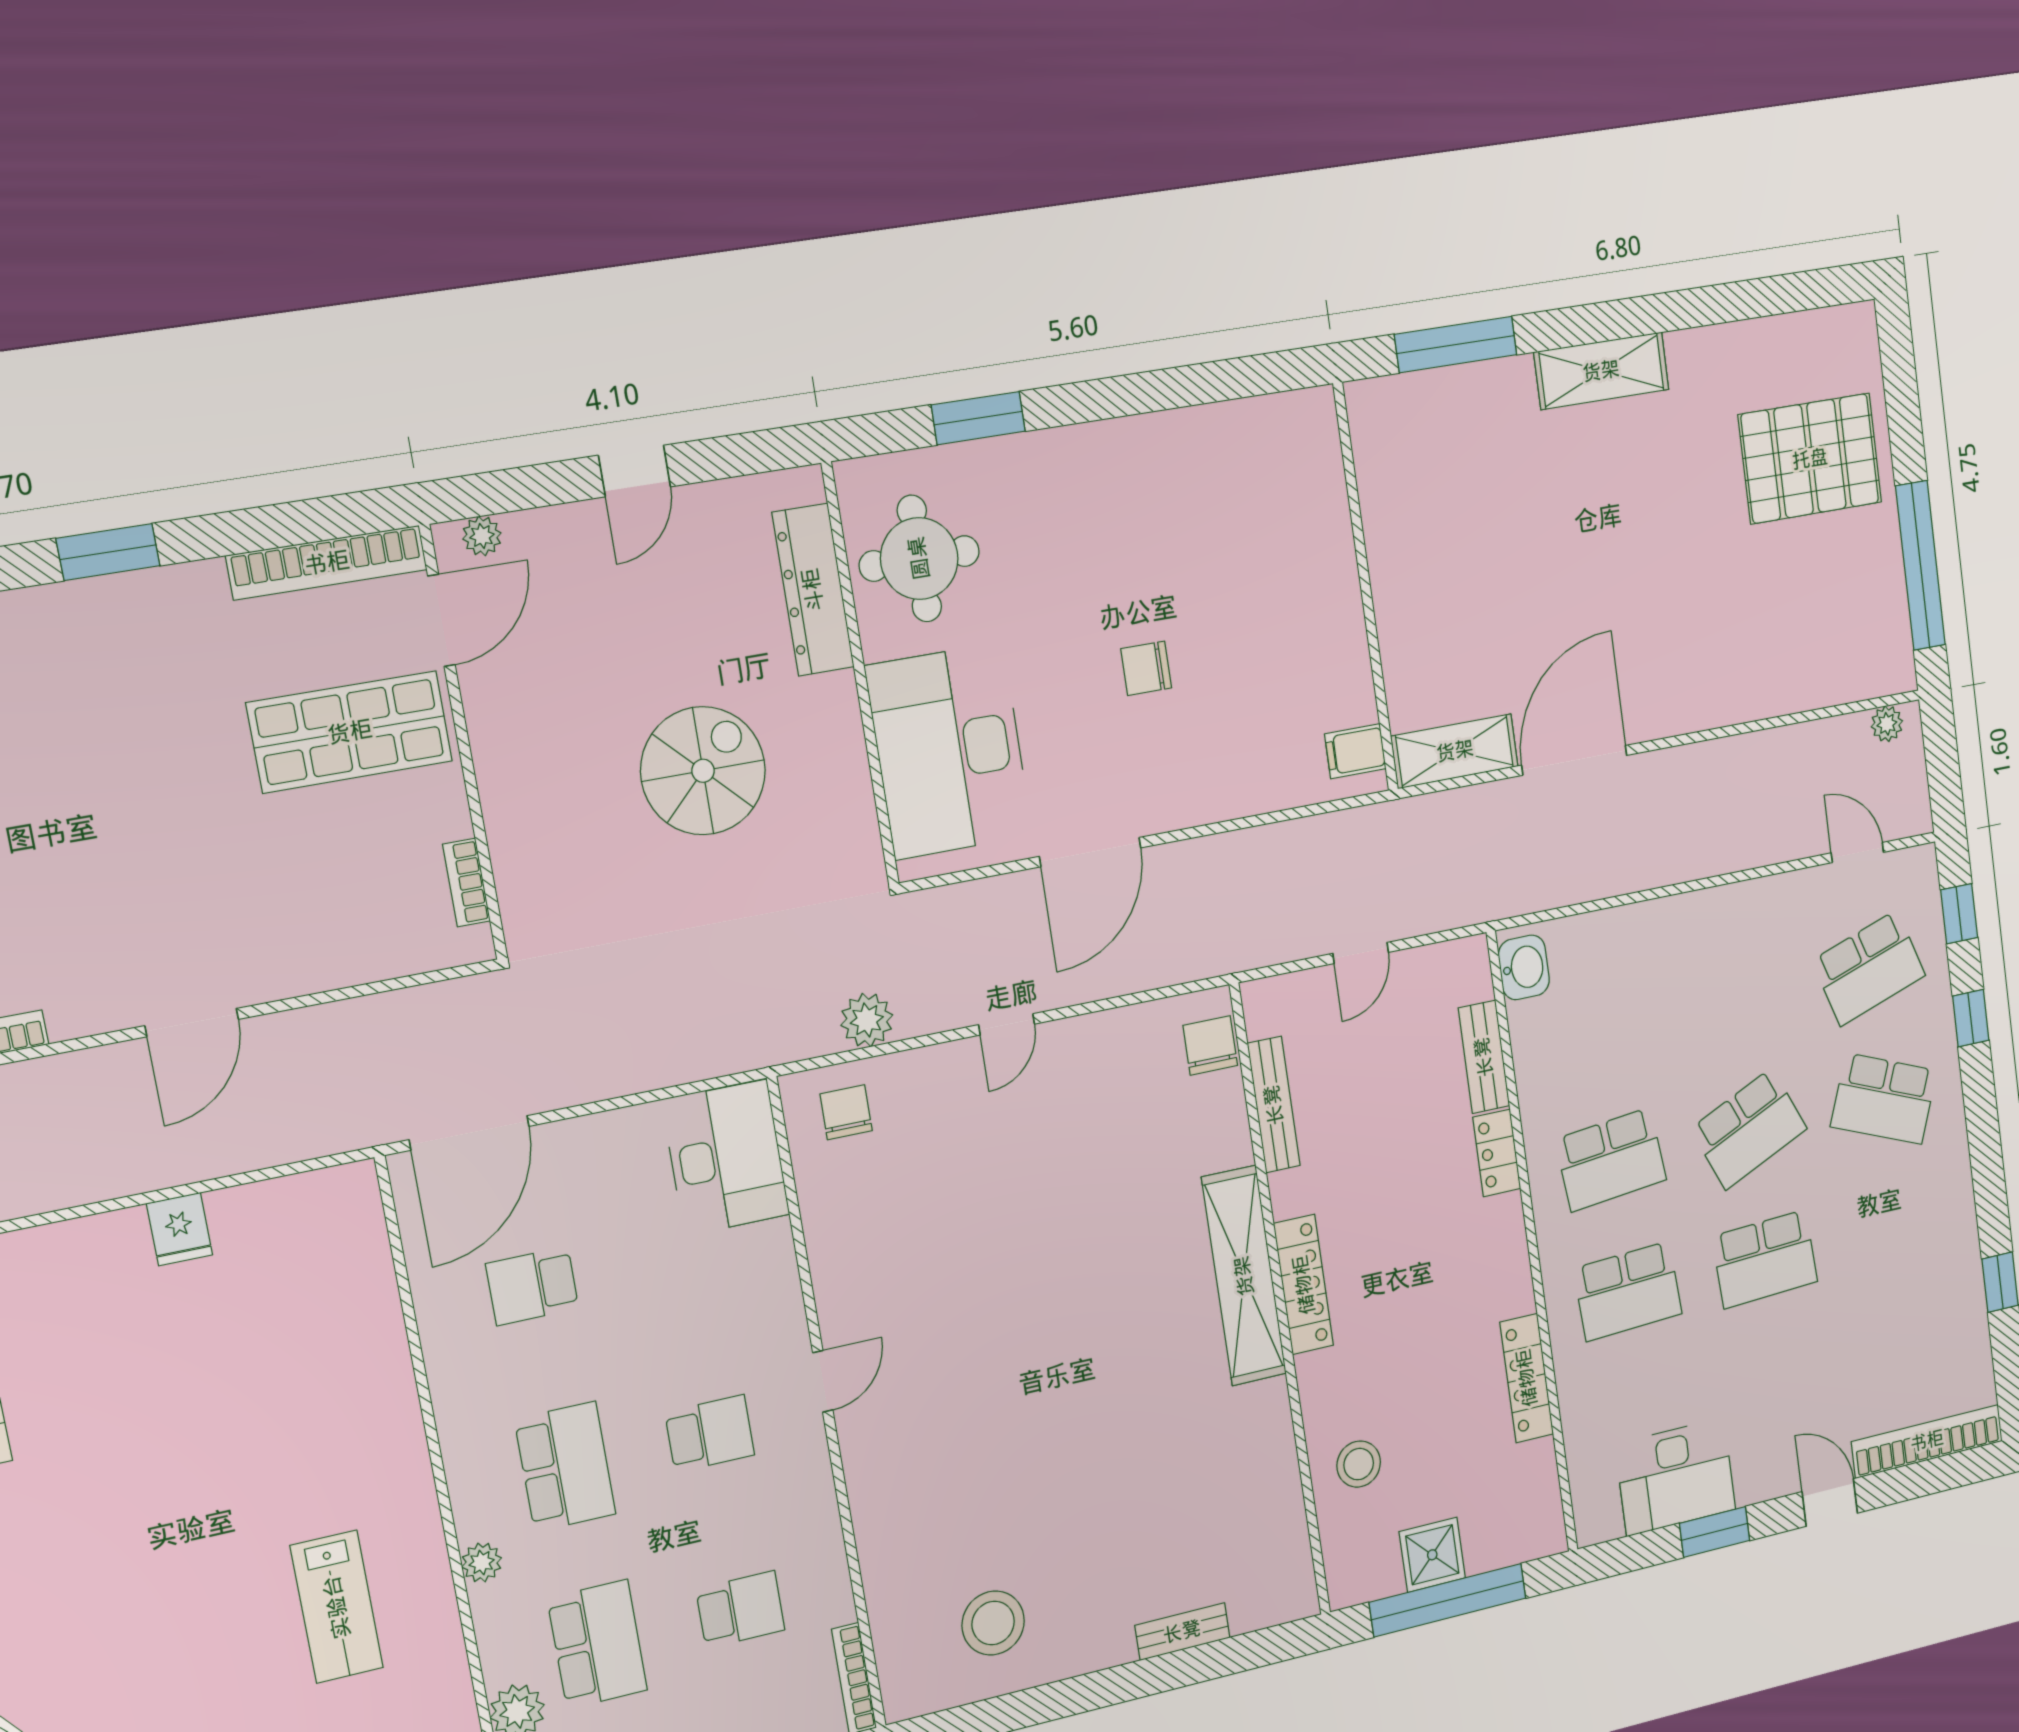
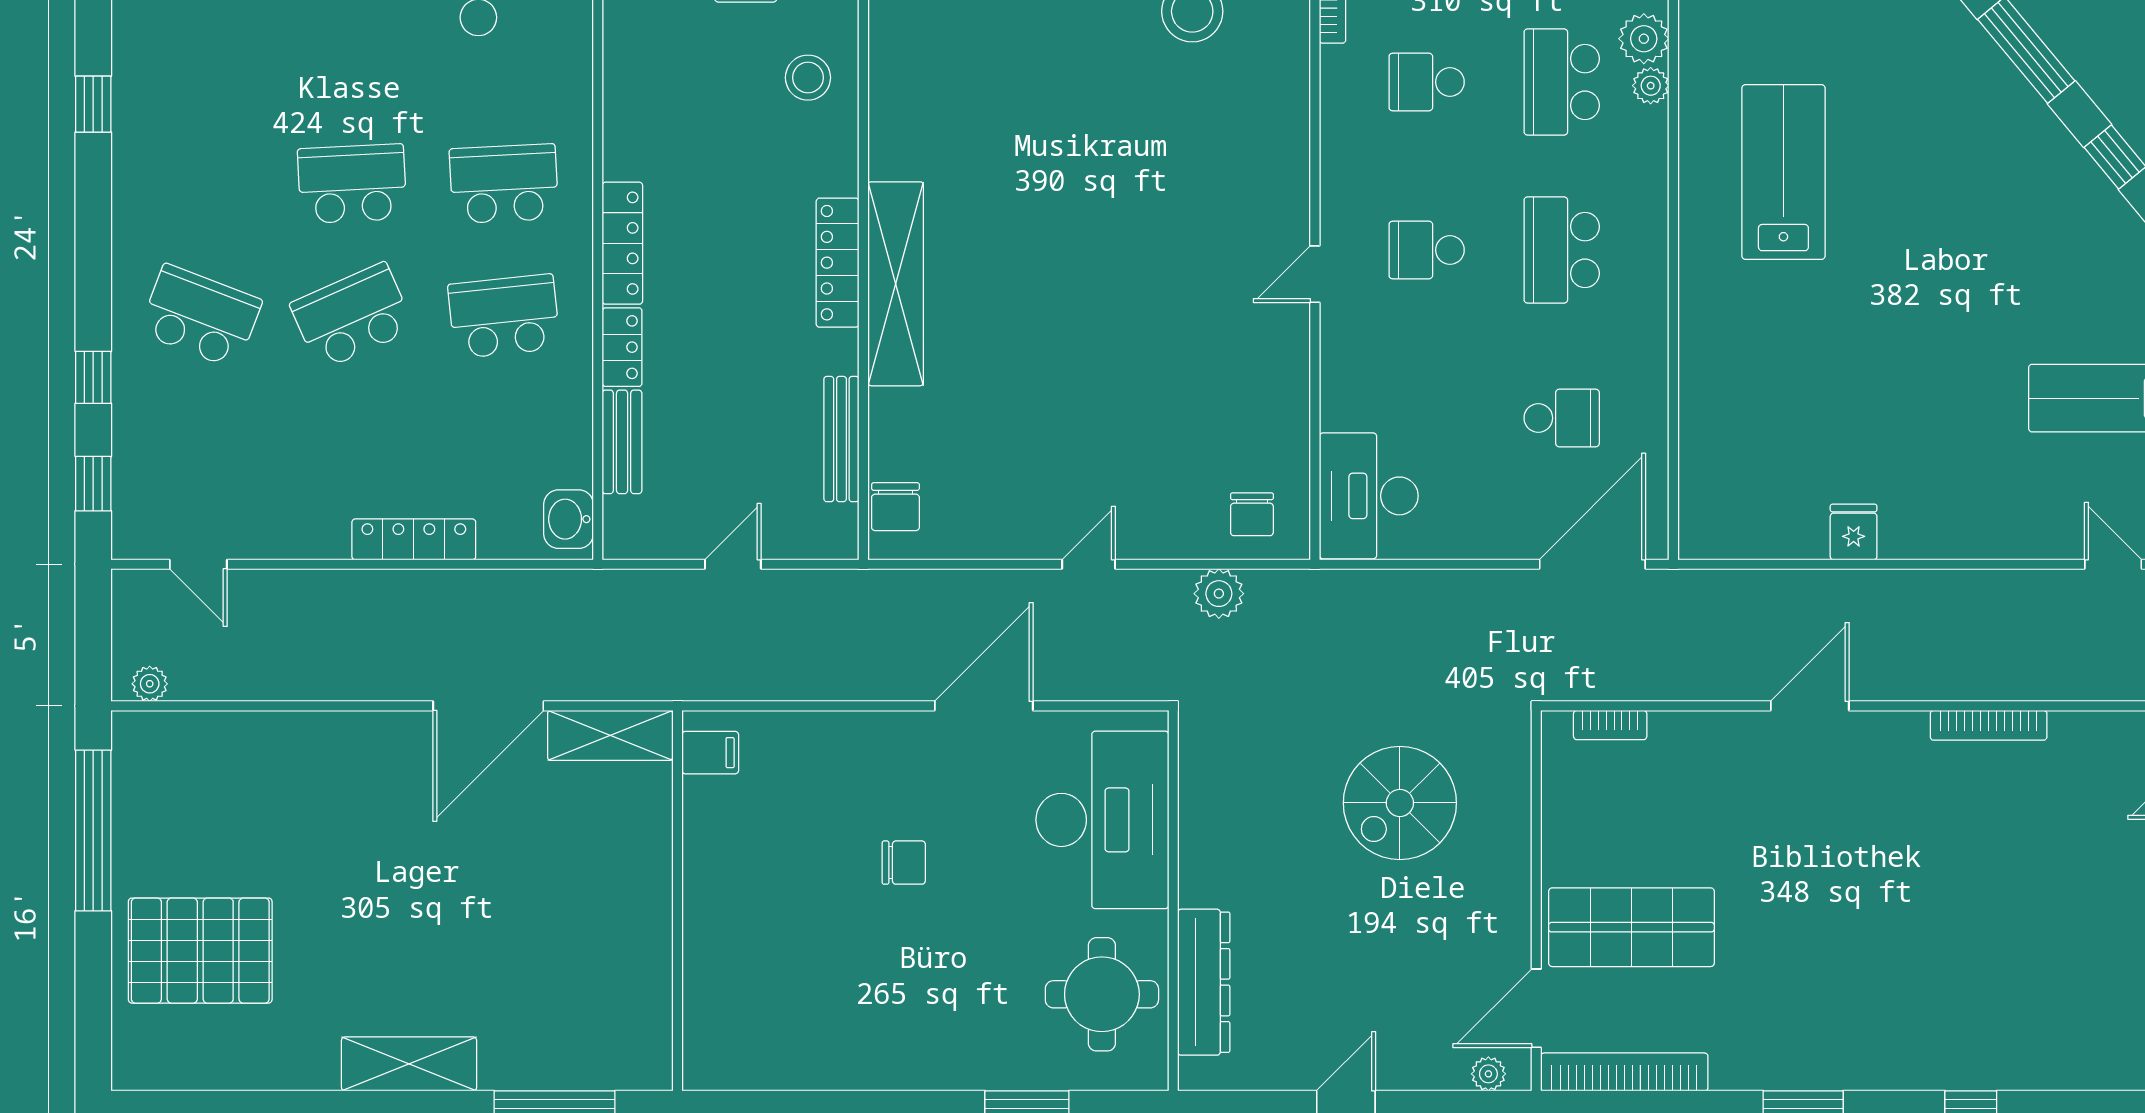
spiral stairs: (703, 771) -> (1400, 803), moved
bookcase: (466, 883) -> (1610, 725), moved, turned 90
locker: (1665, 917) -> (414, 539), added
school desk: (1869, 968) -> (200, 449), removed
locker: (1527, 1378) -> (622, 243), moved
plant: (482, 1562) -> (1651, 86), moved
lab bench: (337, 1607) -> (1783, 172), width x1.36, depth x1.39

